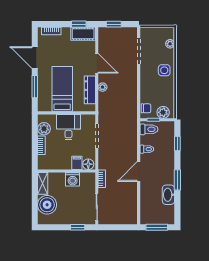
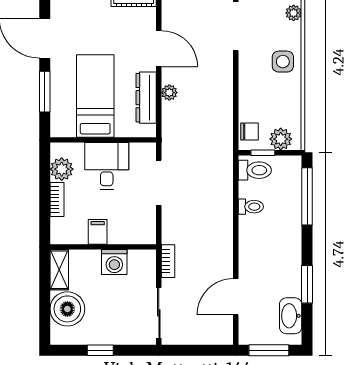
window: (177, 144) -> (307, 196), width x2.17
filing cabinet: (77, 163) -> (98, 232), moved
floor lamp: (88, 164) -> (143, 234), removed
door: (139, 171) -> (236, 297), moved
window: (177, 180) -> (307, 284), moved
washbasin: (168, 195) -> (291, 316), moved
window: (78, 227) -> (100, 350), moved

